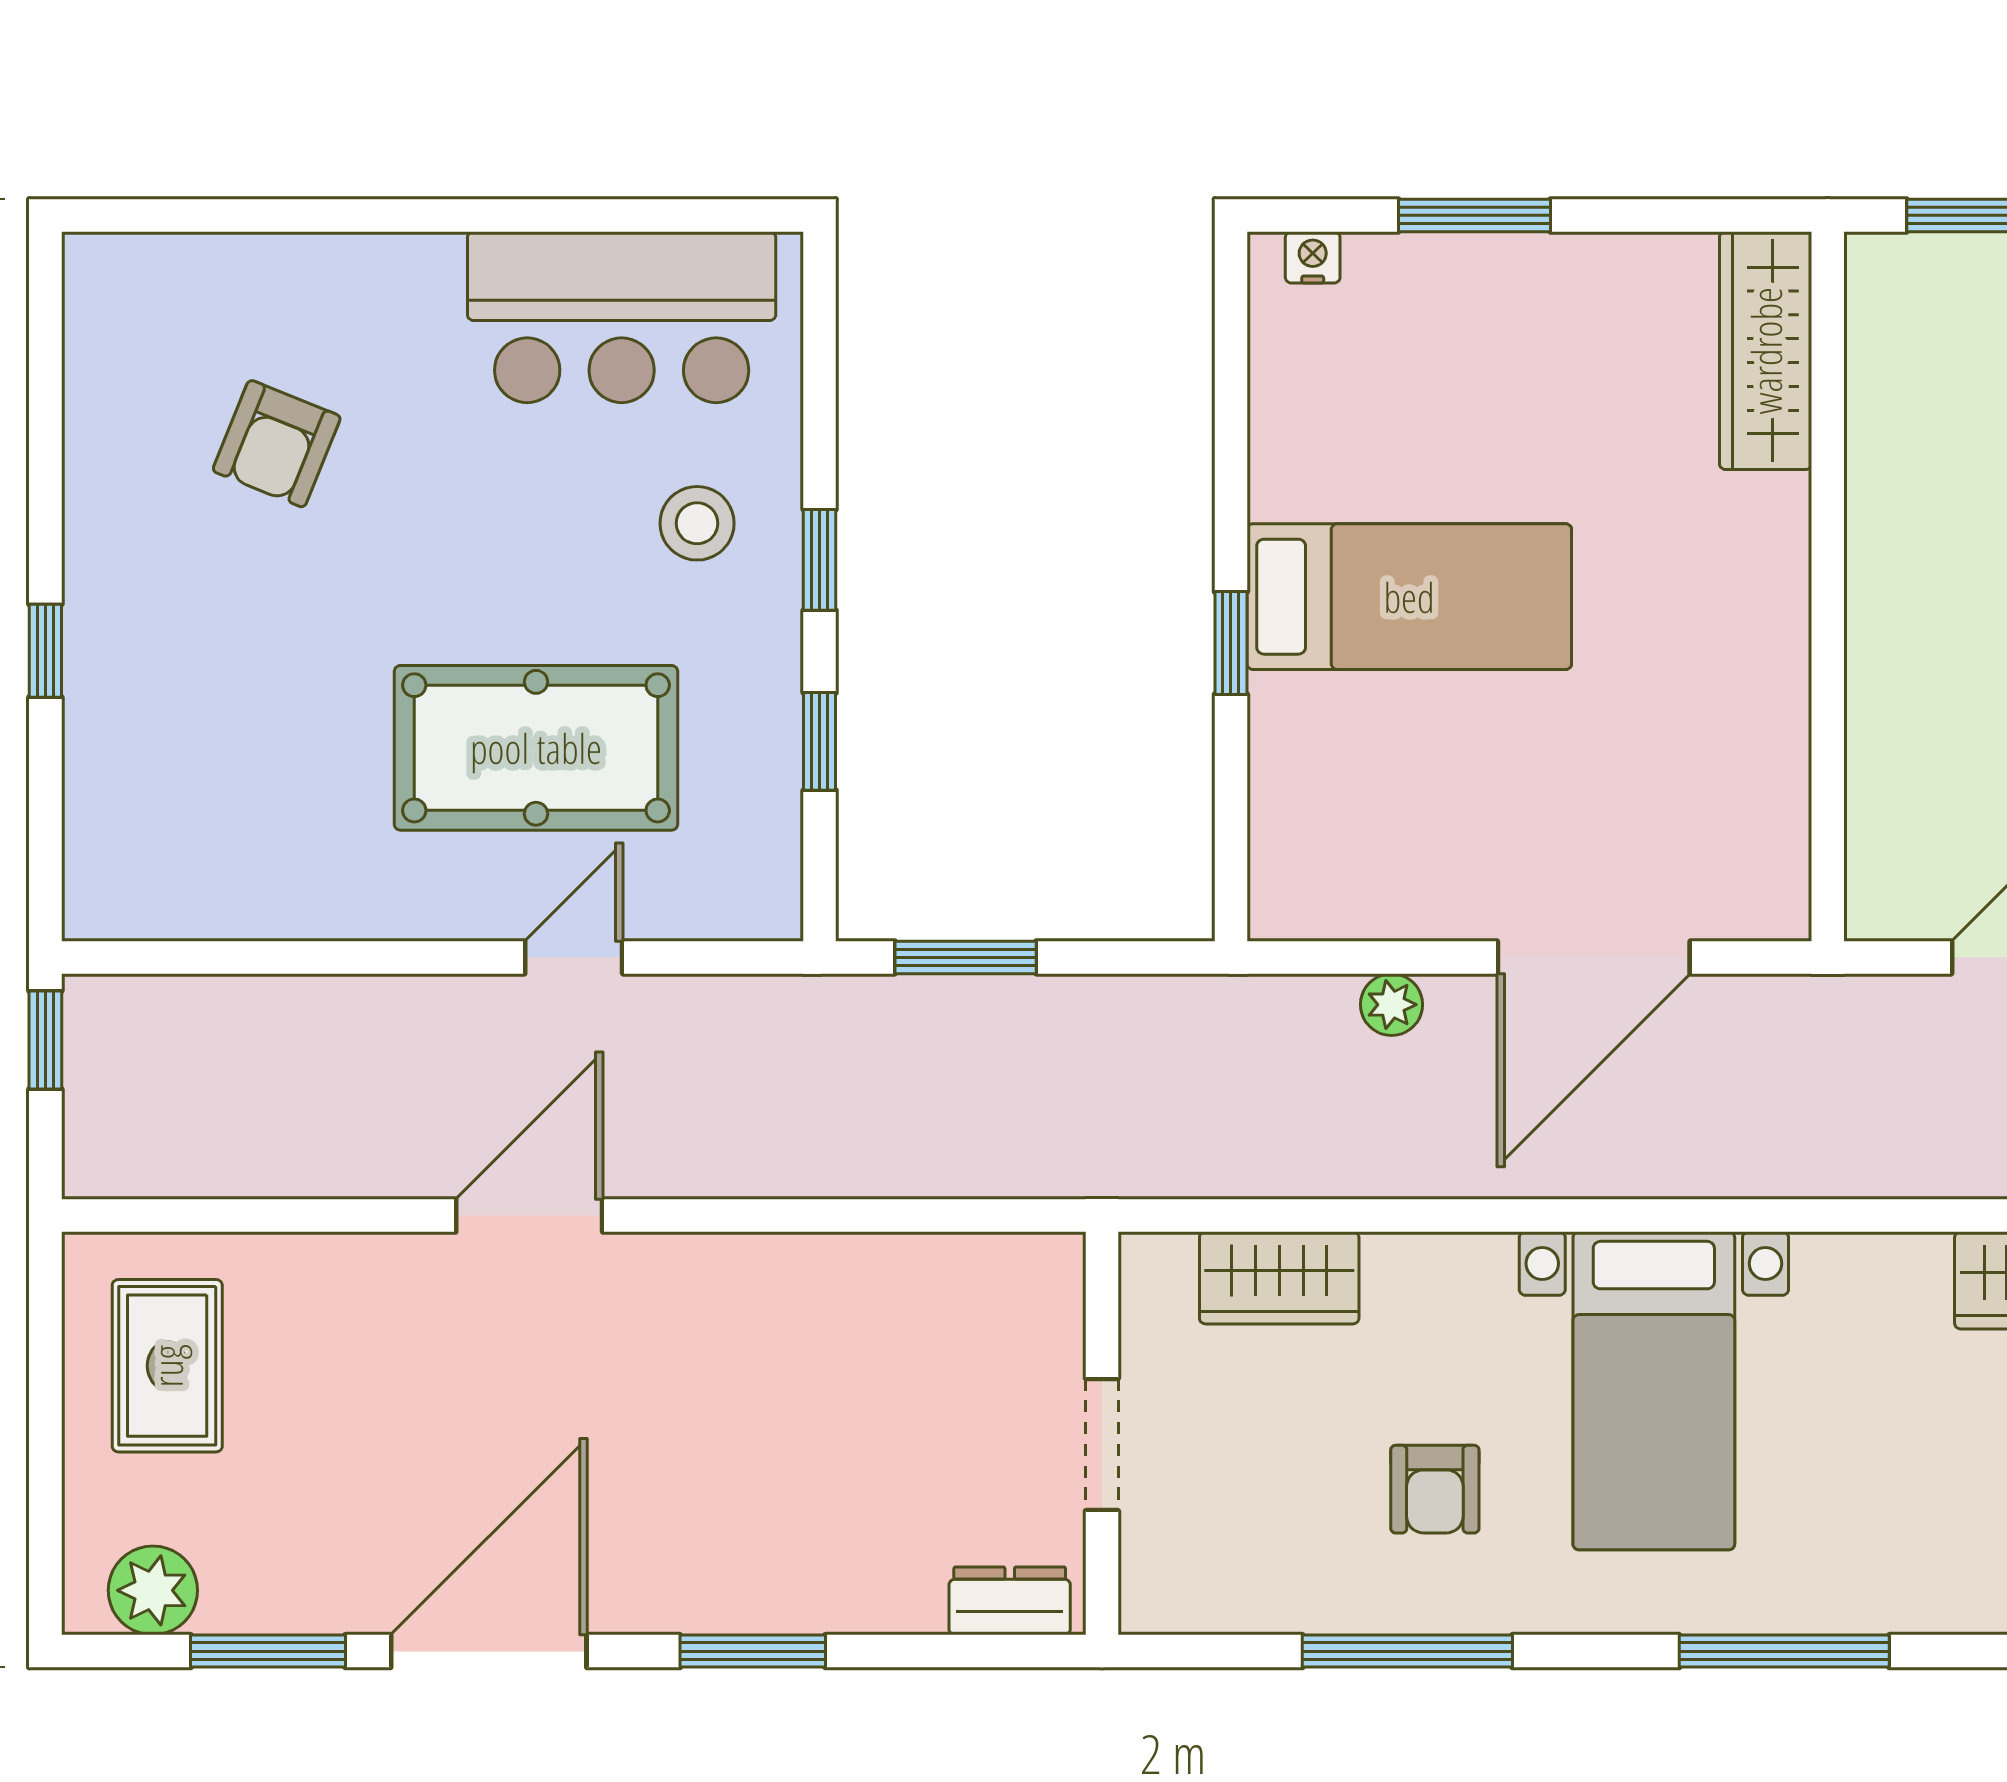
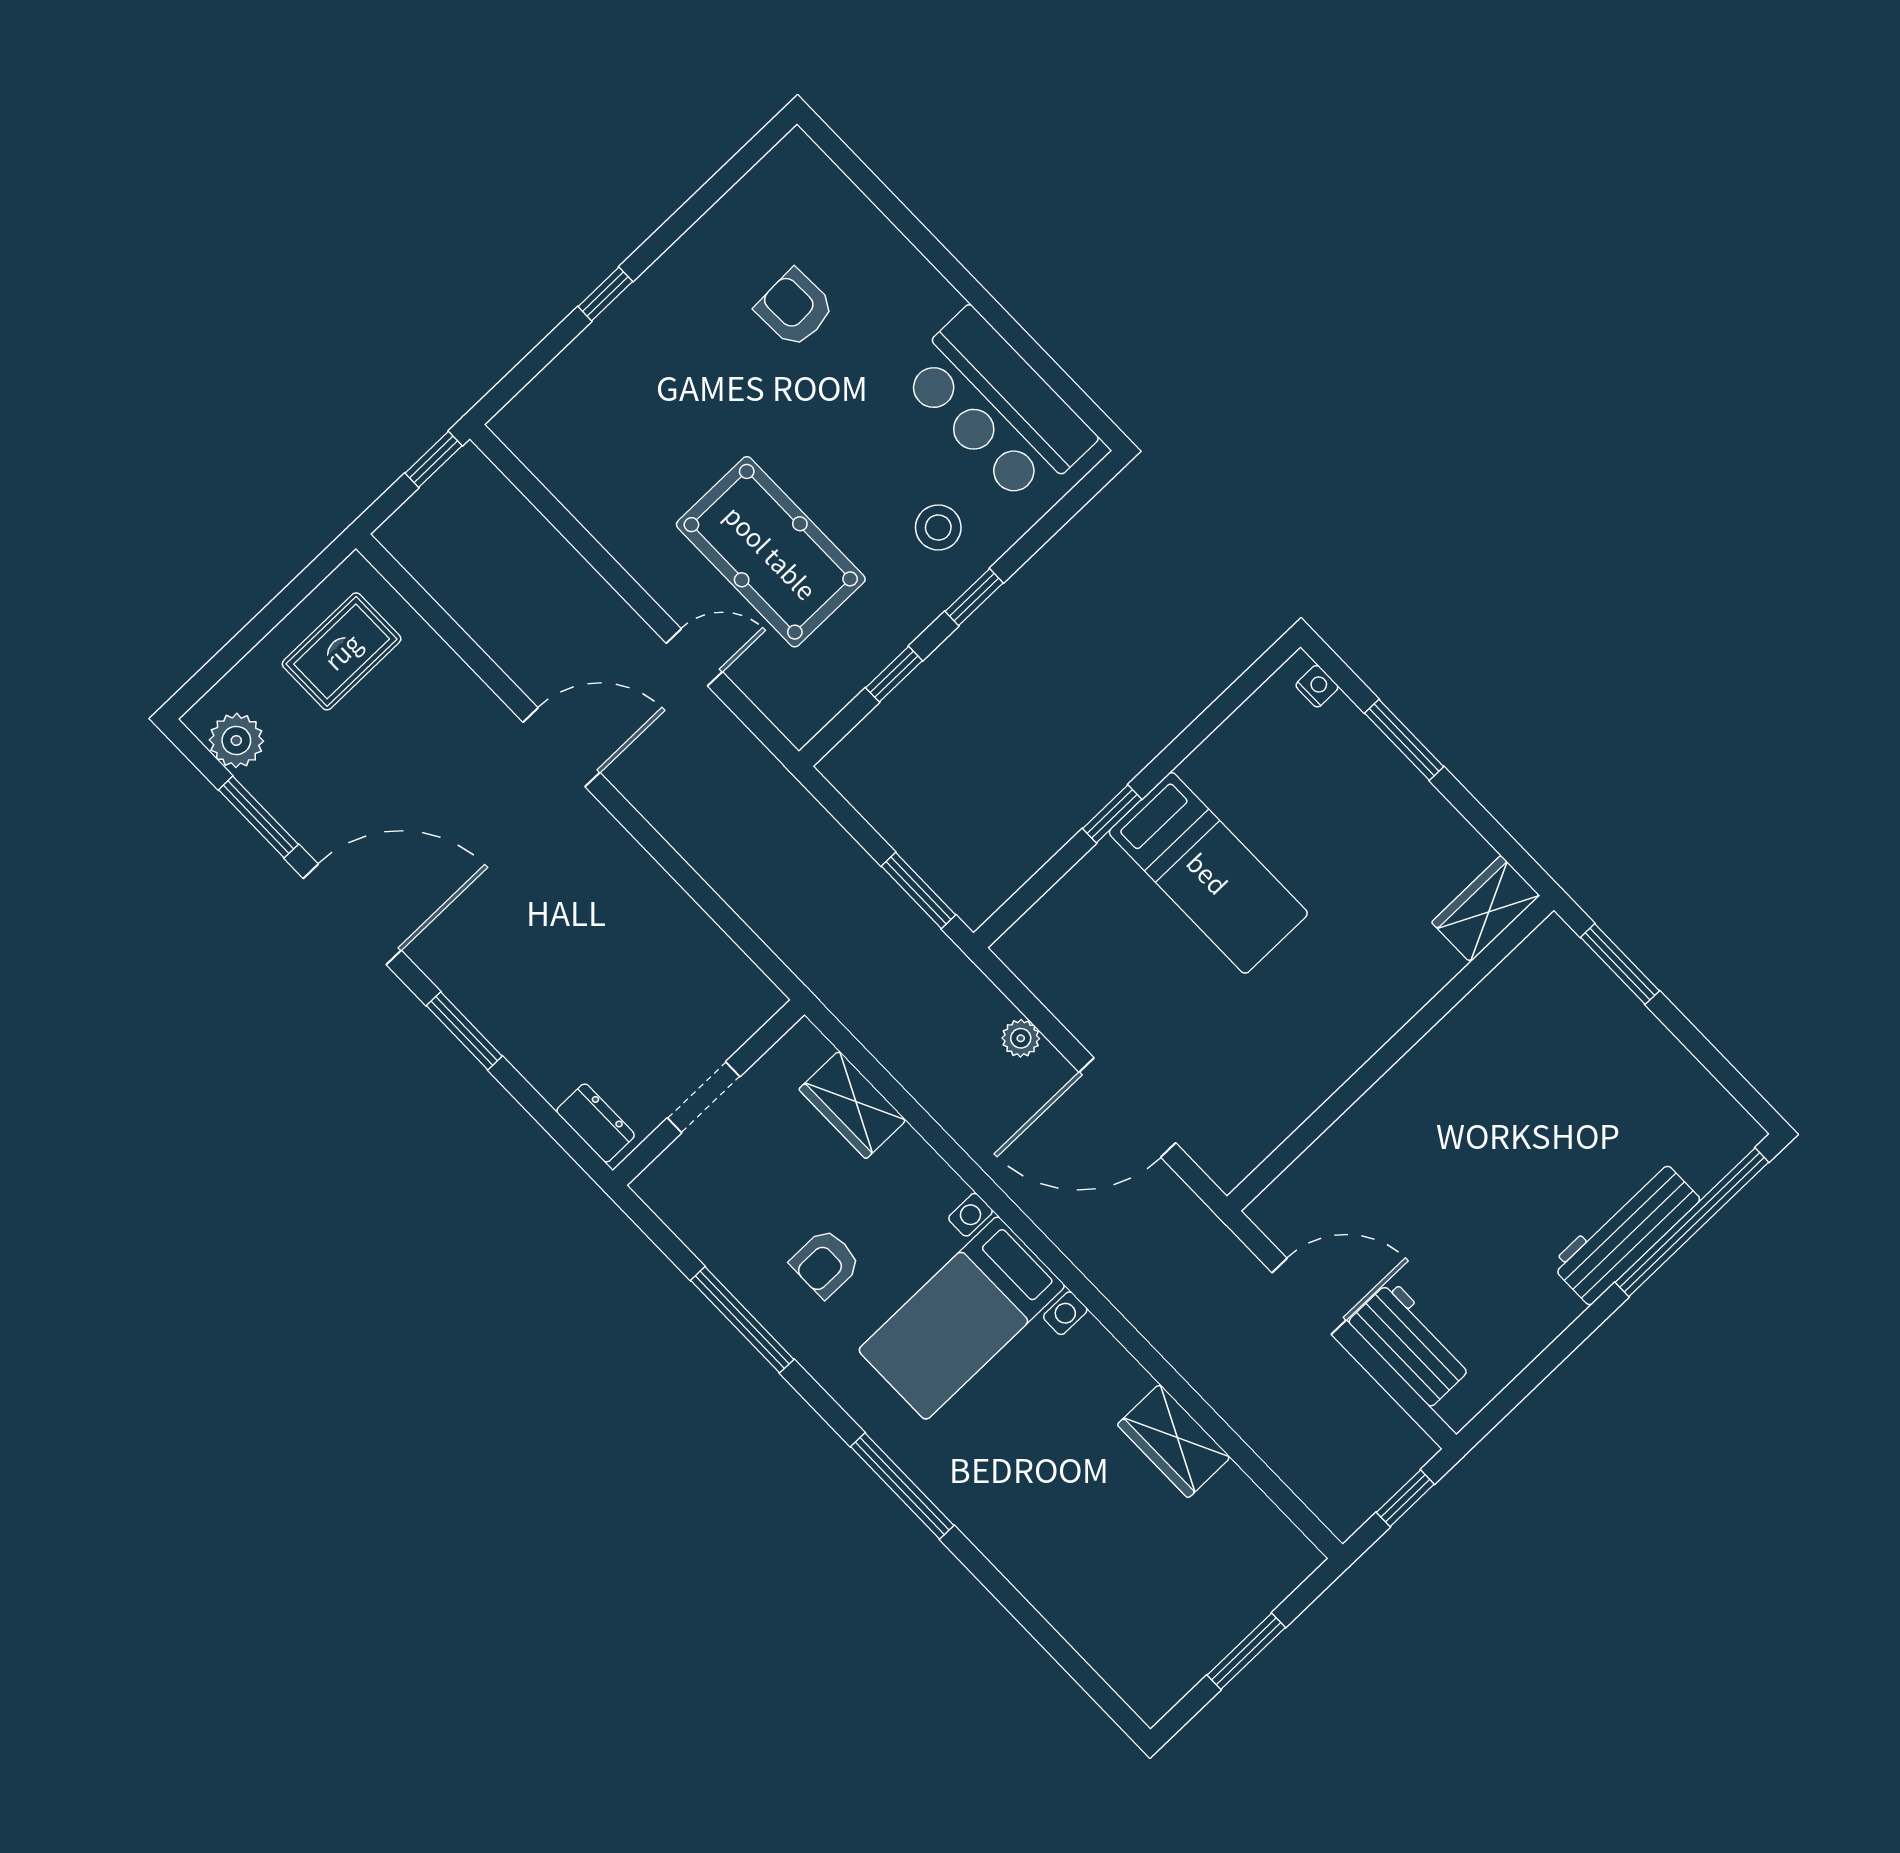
wardrobe: (1766, 351) -> (1486, 909), width x0.67
armchair: (277, 444) -> (795, 308), turned 66
window: (966, 957) -> (919, 890), moved

